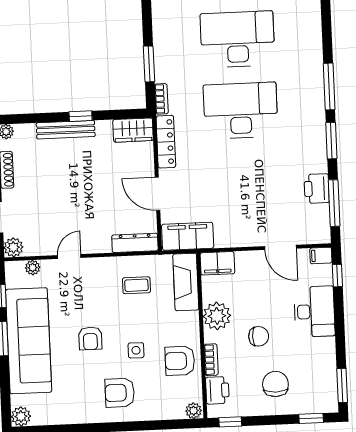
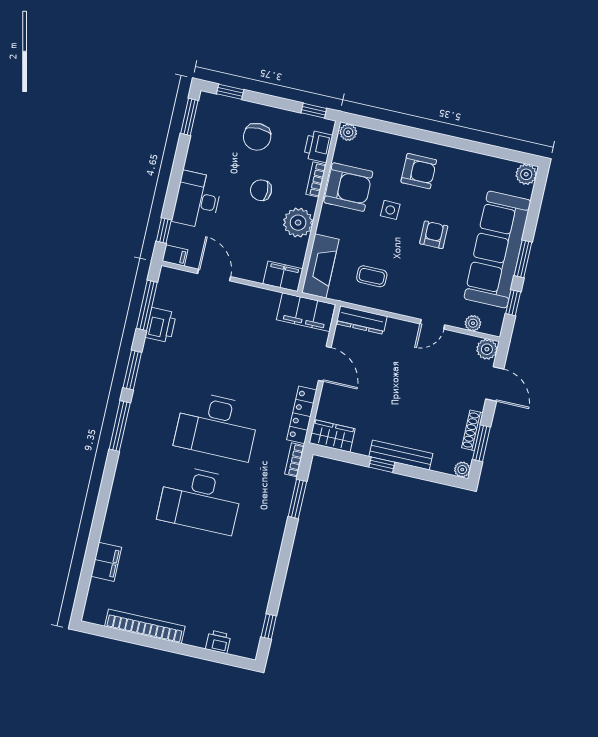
armchair: (180, 361) -> (348, 187), width x1.36, depth x1.36

